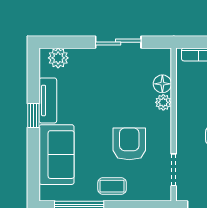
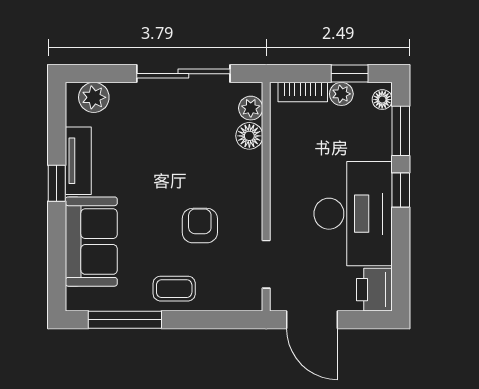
sliding door: (118, 42) -> (183, 74), width x1.37
plant: (163, 102) -> (251, 108), moved
armchair: (129, 144) -> (200, 226), width x0.72, depth x0.72

